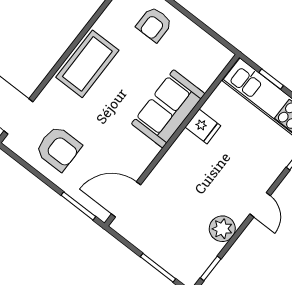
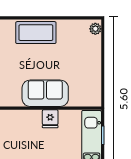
armchair: (154, 24) -> (84, 52), removed

